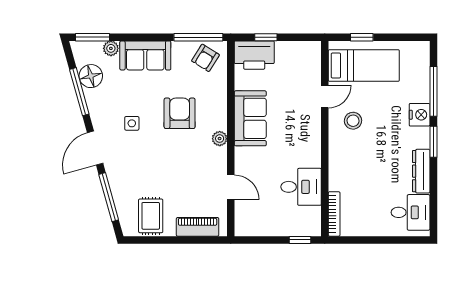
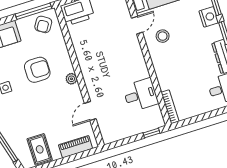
armchair: (180, 113) -> (37, 70), turned 90
sofa: (250, 118) -> (89, 57), removed
door: (231, 187) -> (90, 111), swing flipped

